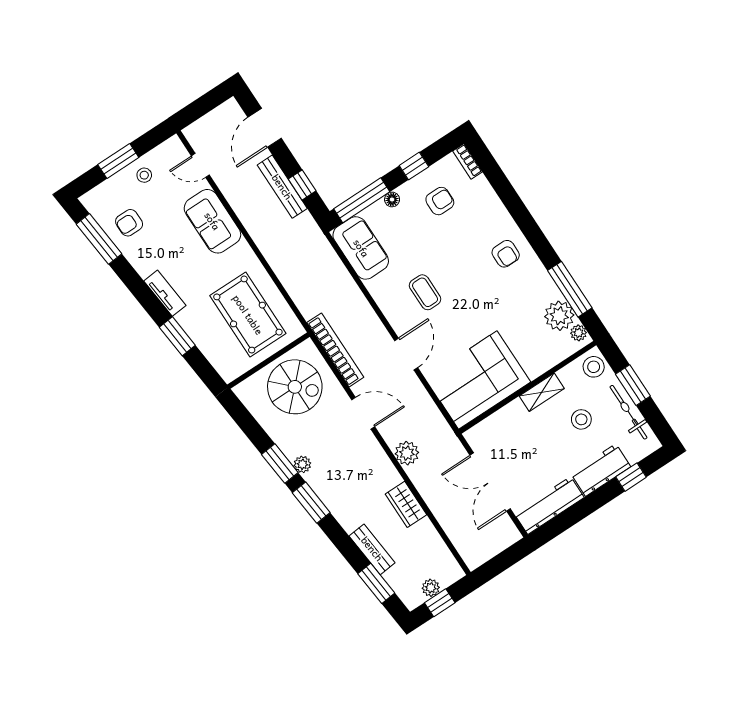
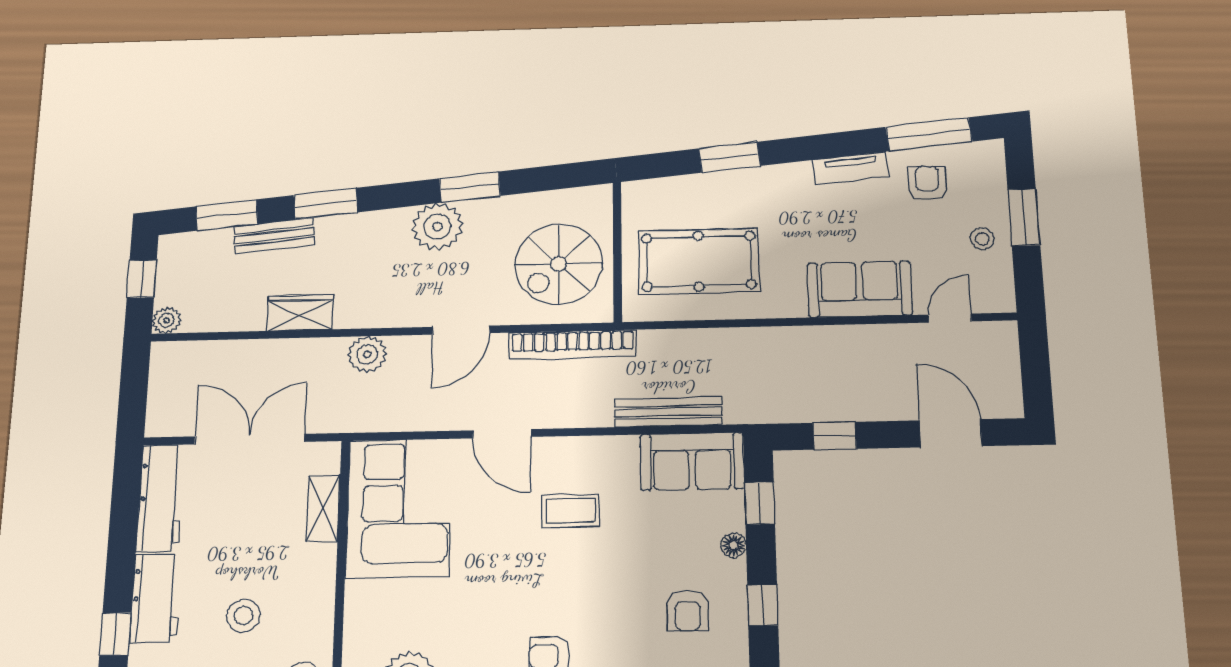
bench: (282, 187) -> (668, 412), moved
window: (362, 200) -> (760, 503), width x0.46
tv unit: (165, 293) -> (851, 168), moved
shelving: (542, 392) -> (323, 508), moved
plant: (302, 464) -> (437, 227), width x1.87, depth x1.87
window: (311, 503) -> (326, 204), moved
plant: (431, 588) -> (166, 320), moved

